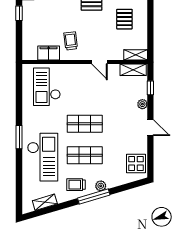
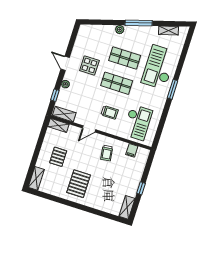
filing cabinet: (49, 53) -> (132, 150), width x0.50
door: (99, 62) -> (89, 129), swing flipped
display table: (136, 163) -> (89, 65), moved
trolley: (76, 185) -> (110, 112), moved
window: (94, 196) -> (139, 23), moved

